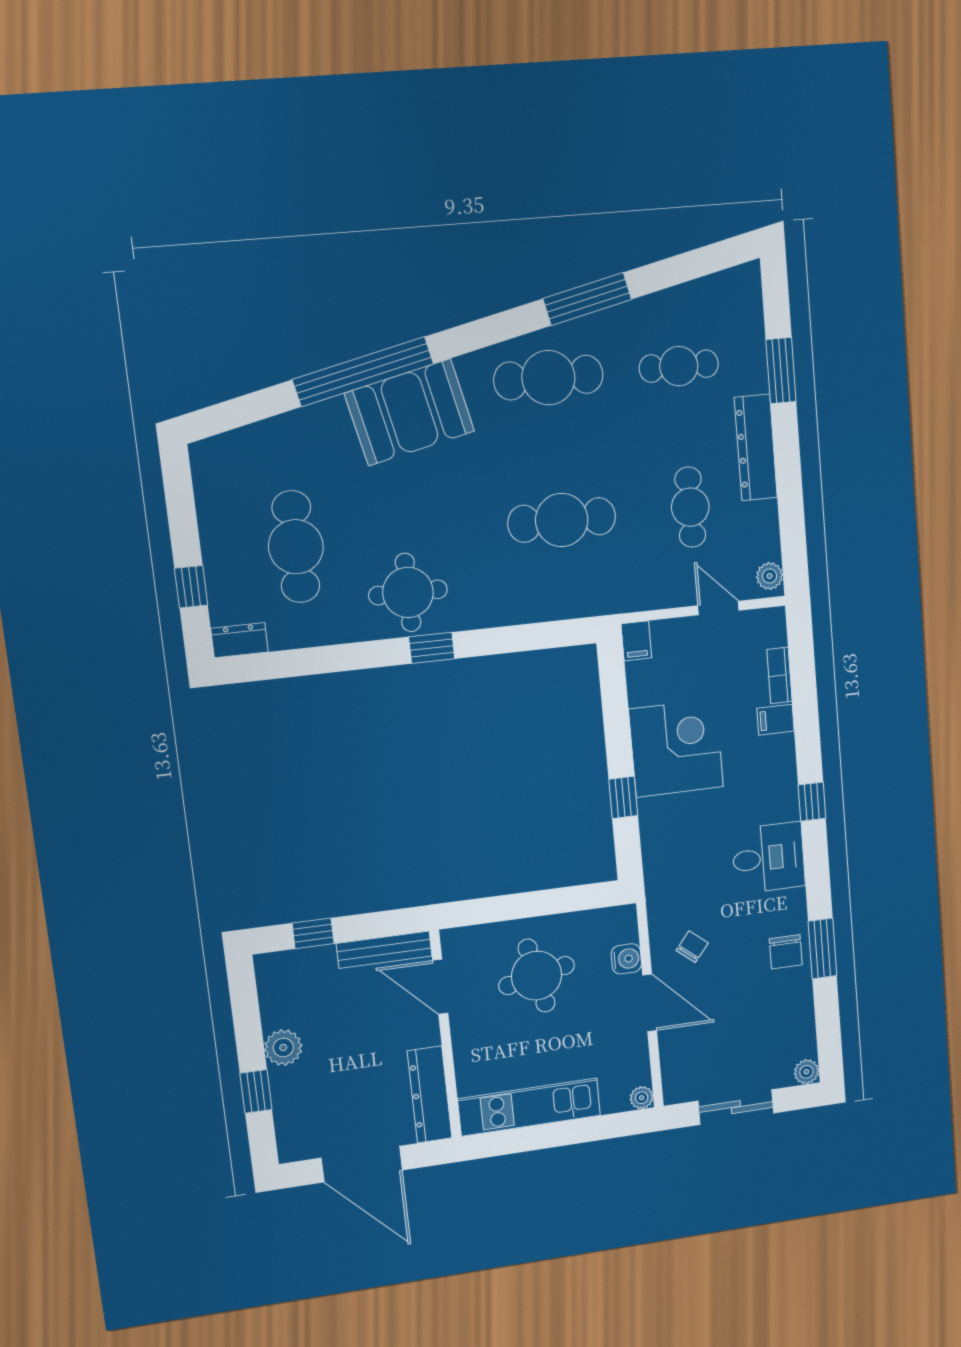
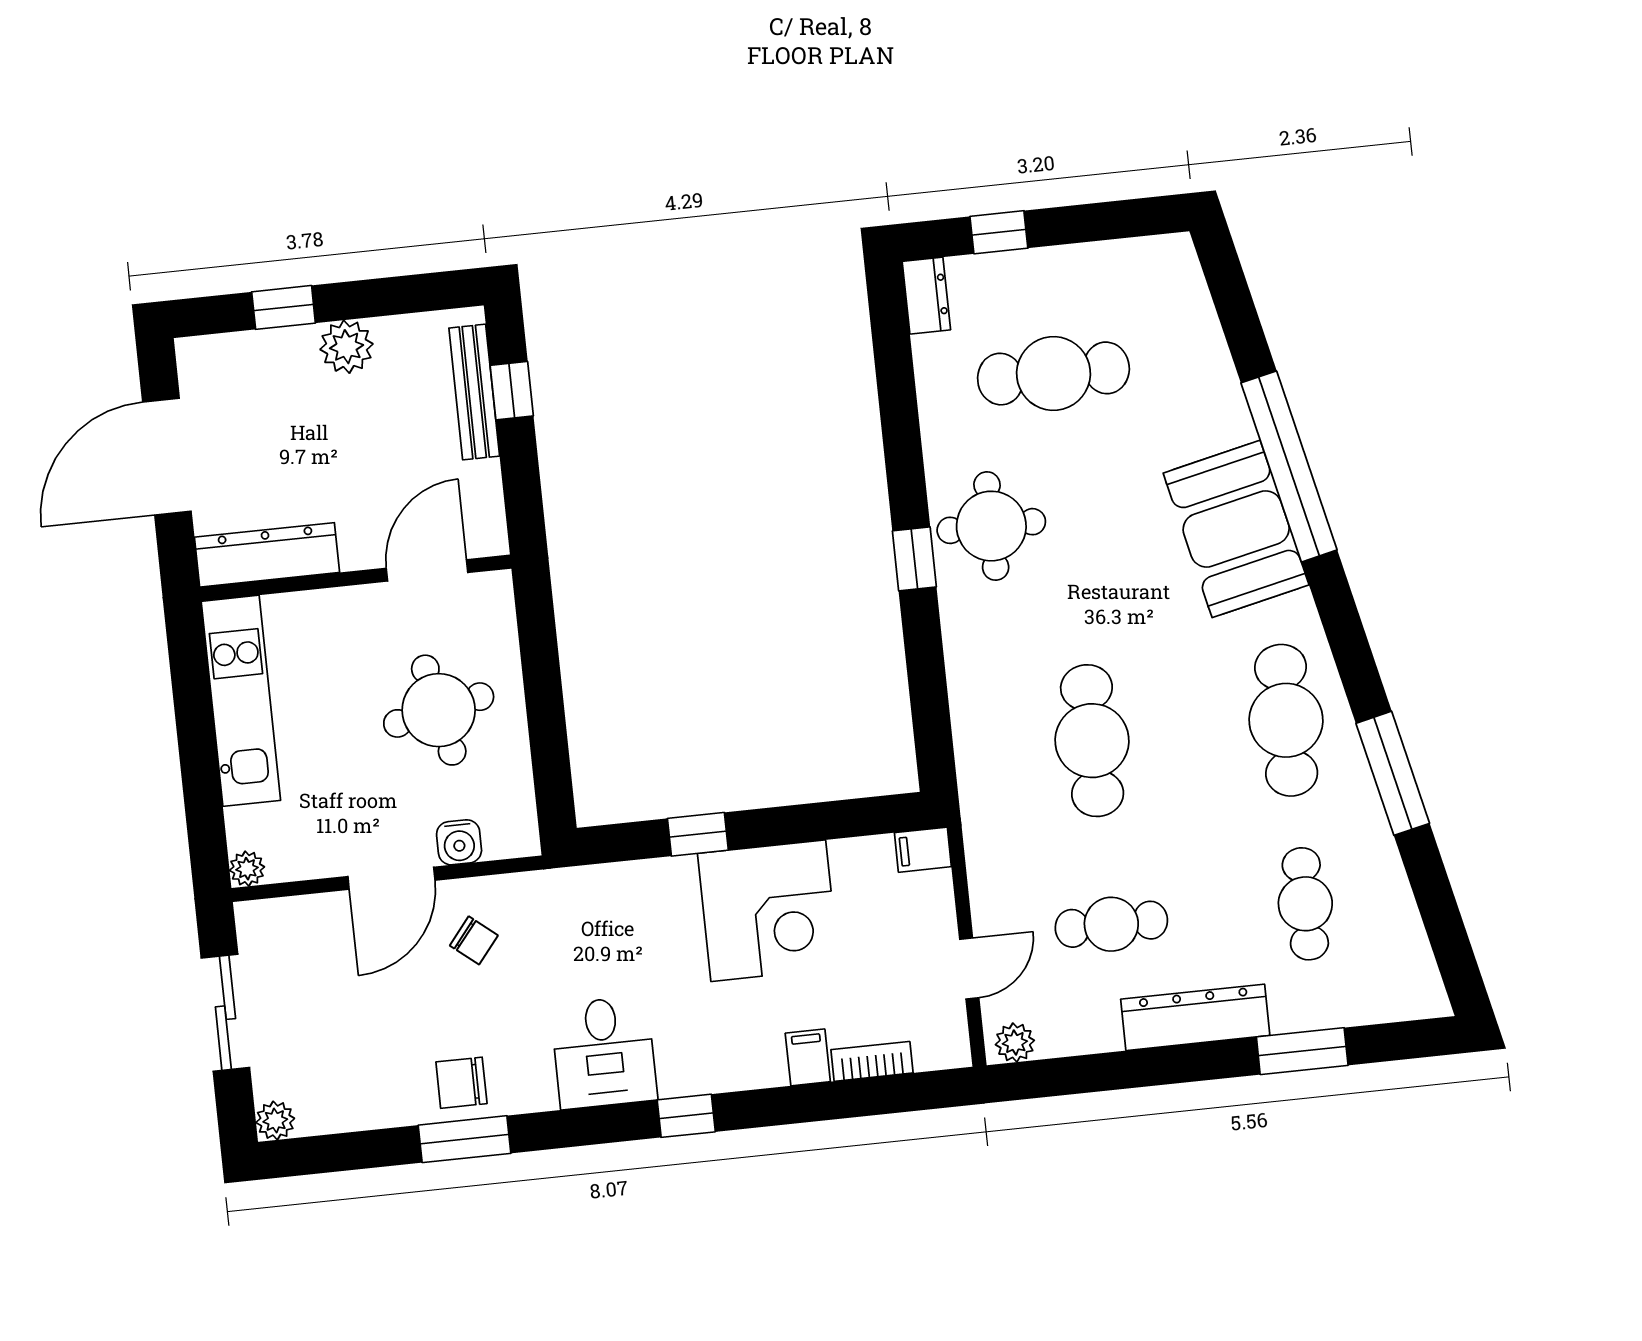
bench: (384, 950) -> (474, 392), moved

